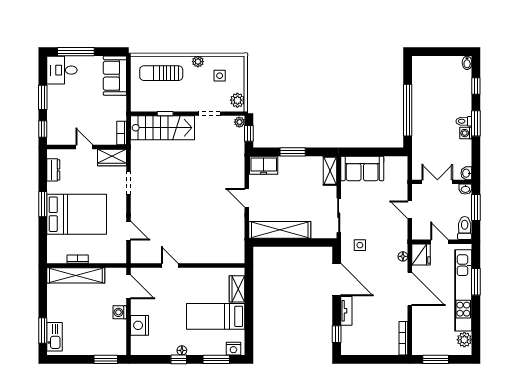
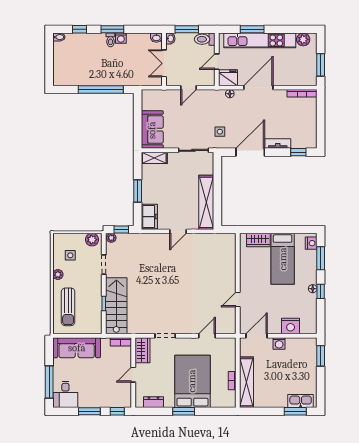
sofa: (115, 76) -> (77, 348), width x1.36

